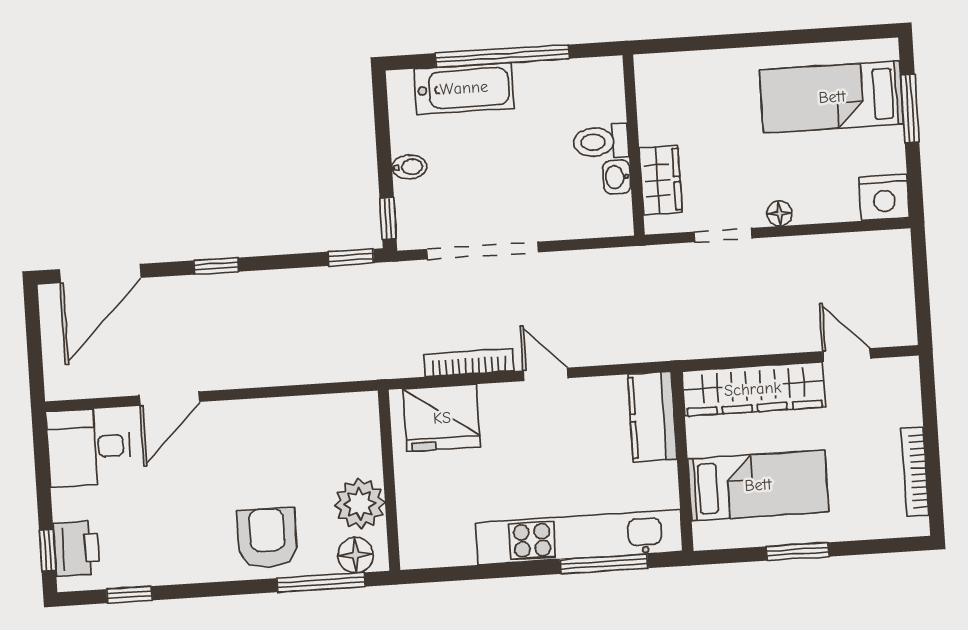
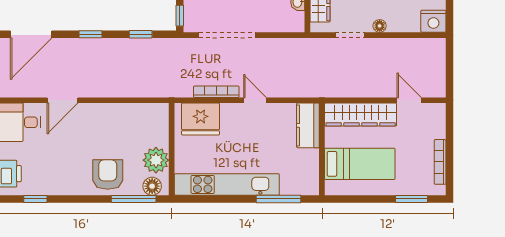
window: (351, 257) -> (141, 34), moved
kitchen unit: (579, 537) -> (227, 184), moved
window: (798, 551) -> (411, 199), moved

